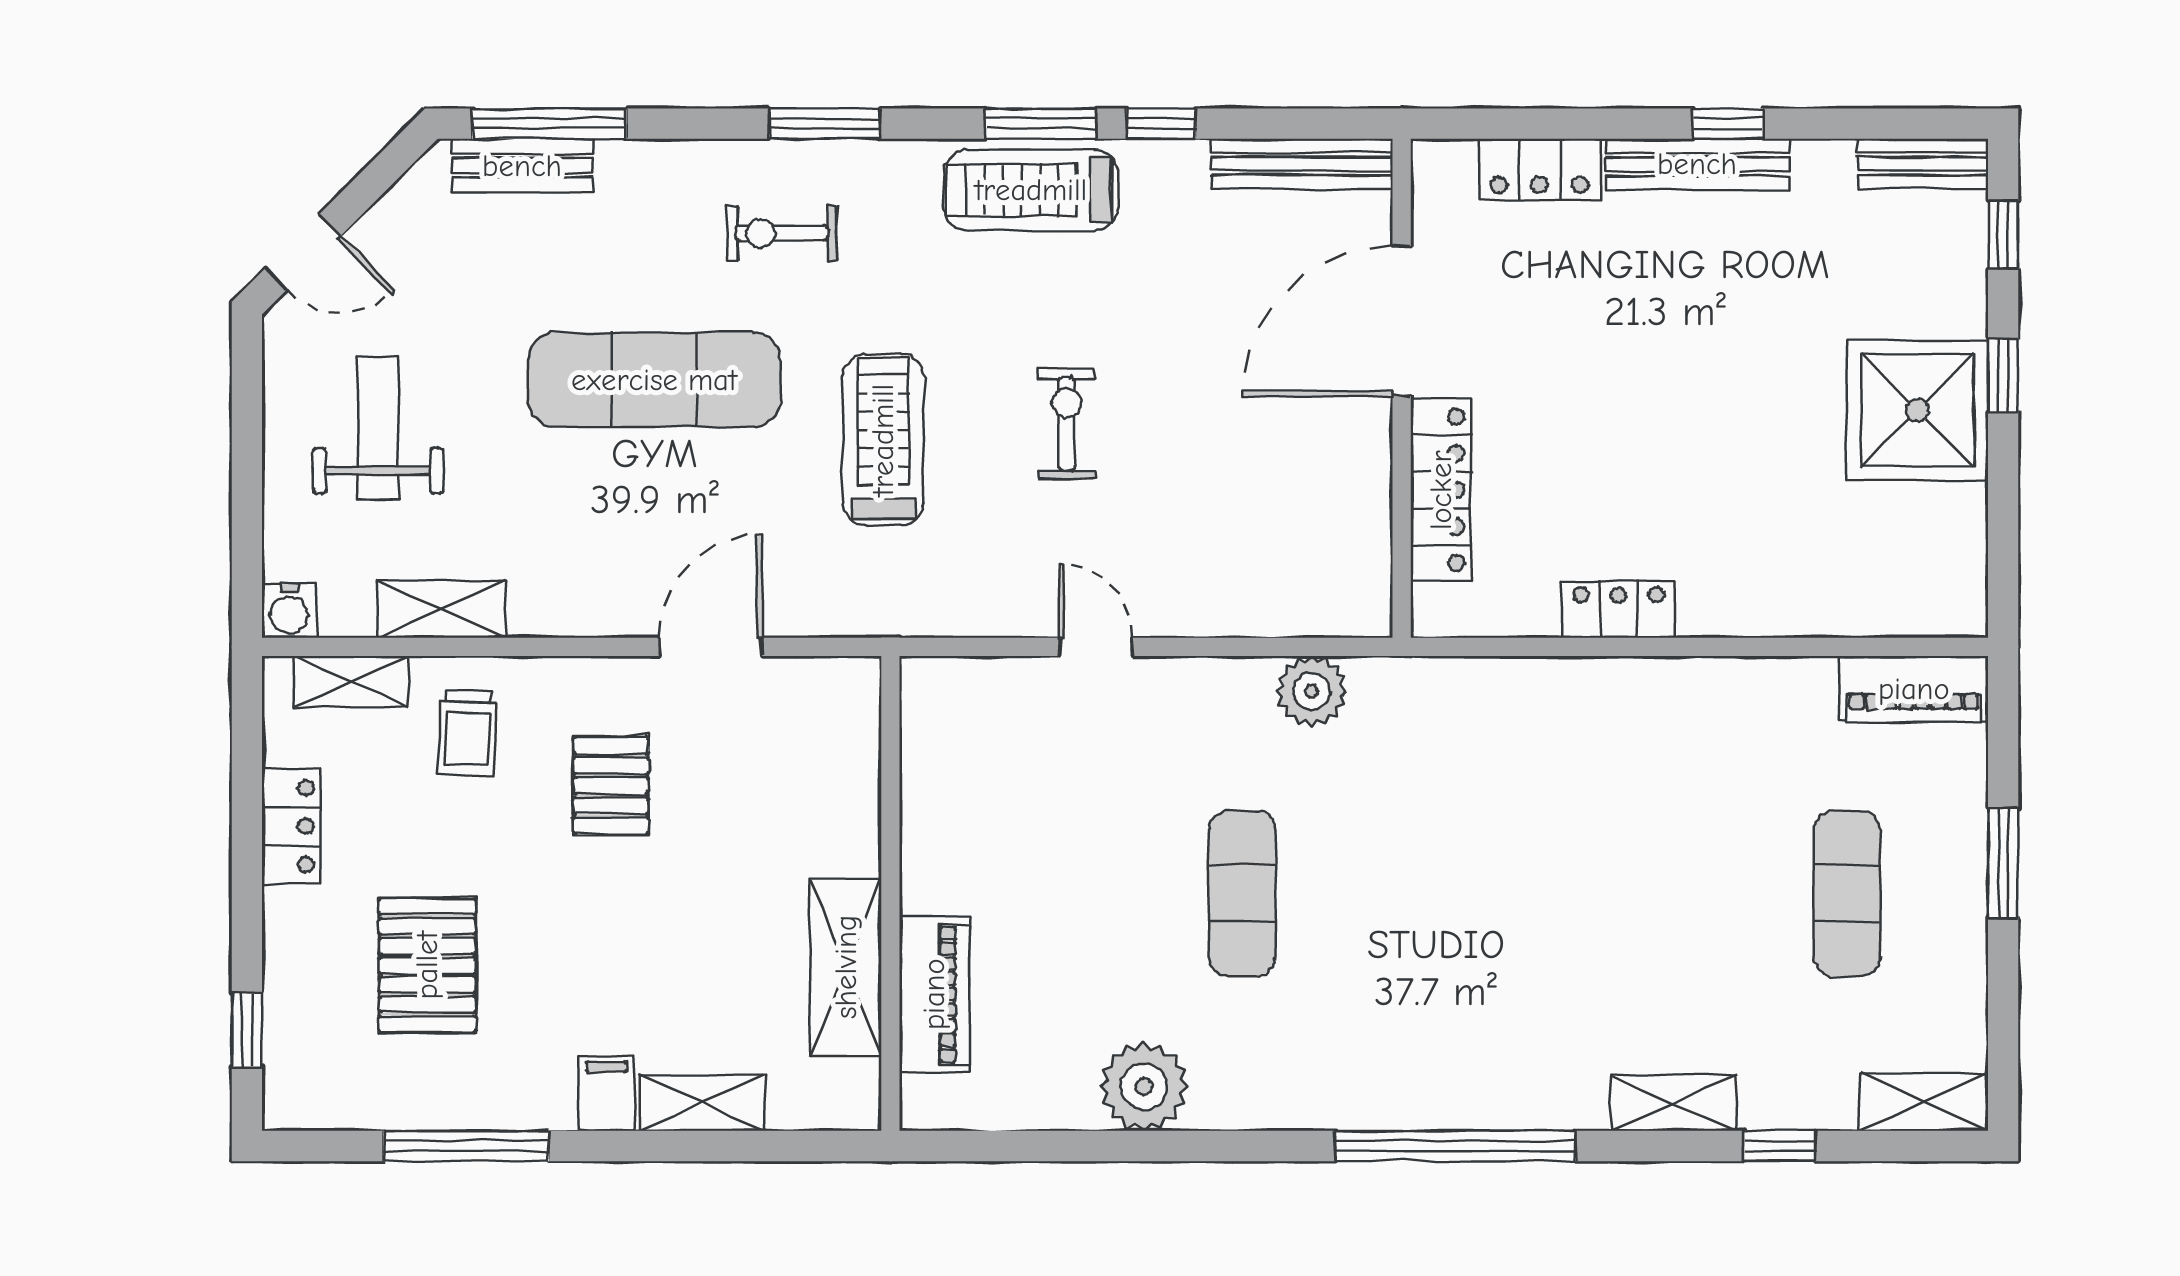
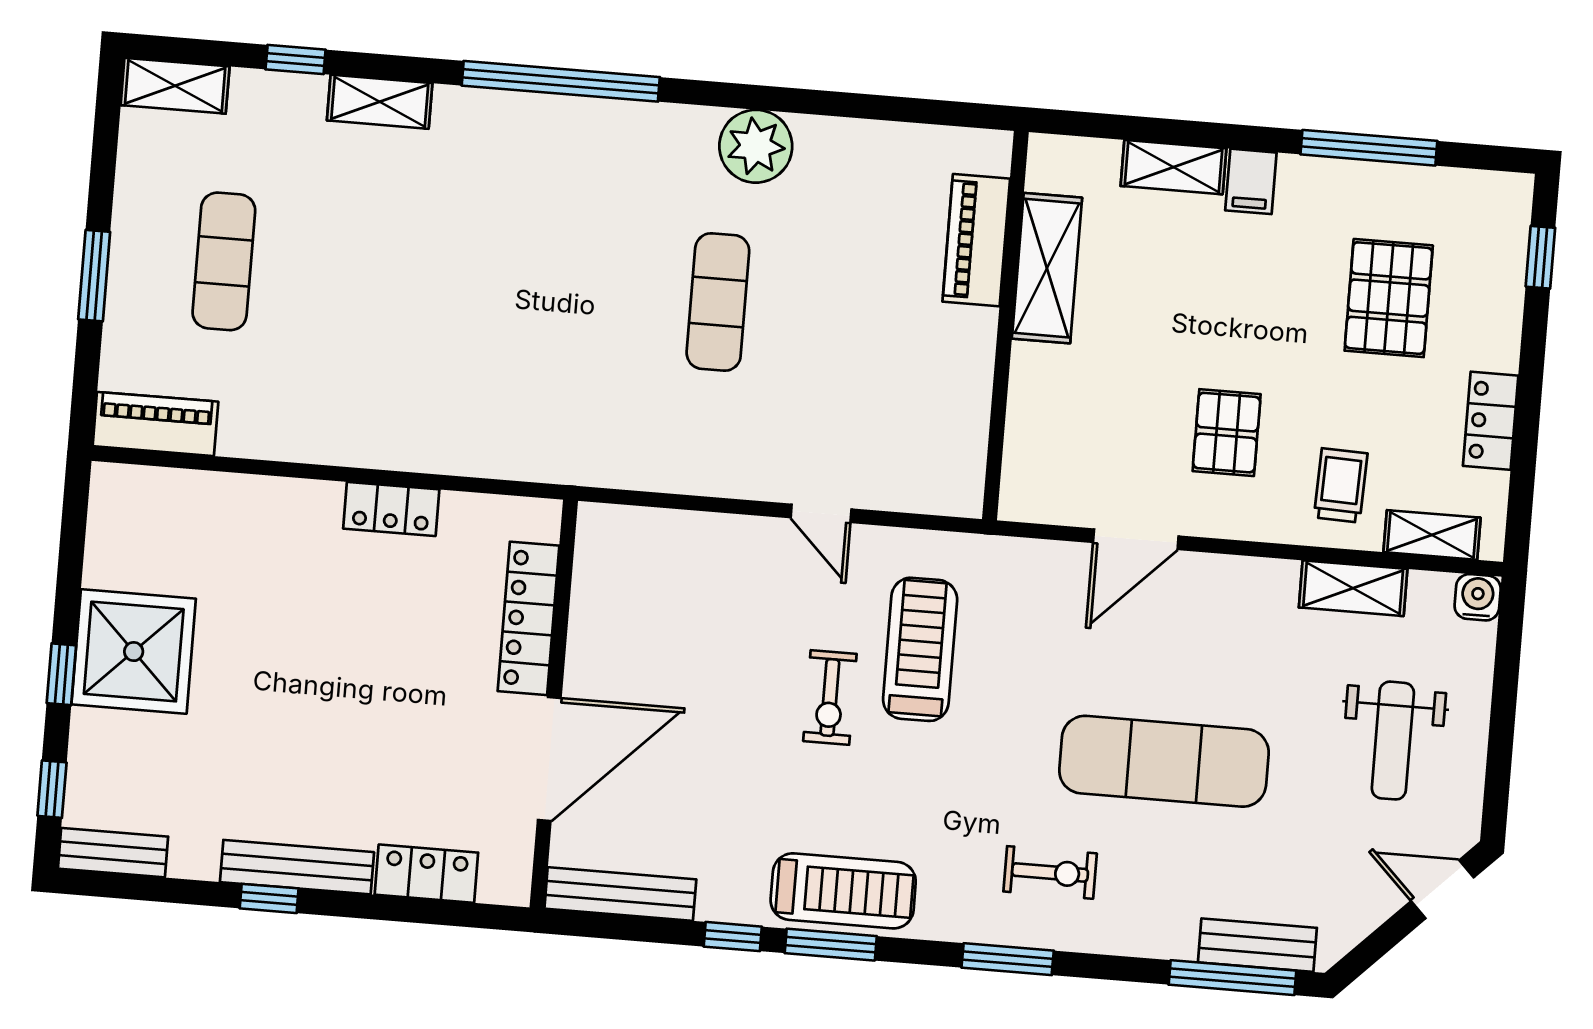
treadmill: (883, 440) -> (920, 649), moved, turned 180
plant: (1312, 691) -> (648, 463), removed
plant: (1144, 1087) -> (756, 146), moved

